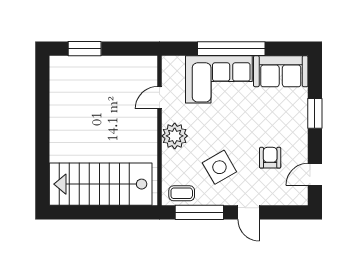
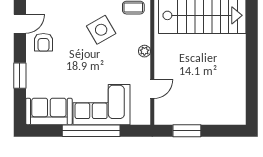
window: (85, 49) -> (187, 131), moved
plant: (175, 136) -> (144, 51), width x0.53, depth x0.53
armchair: (270, 158) -> (43, 42), moved

